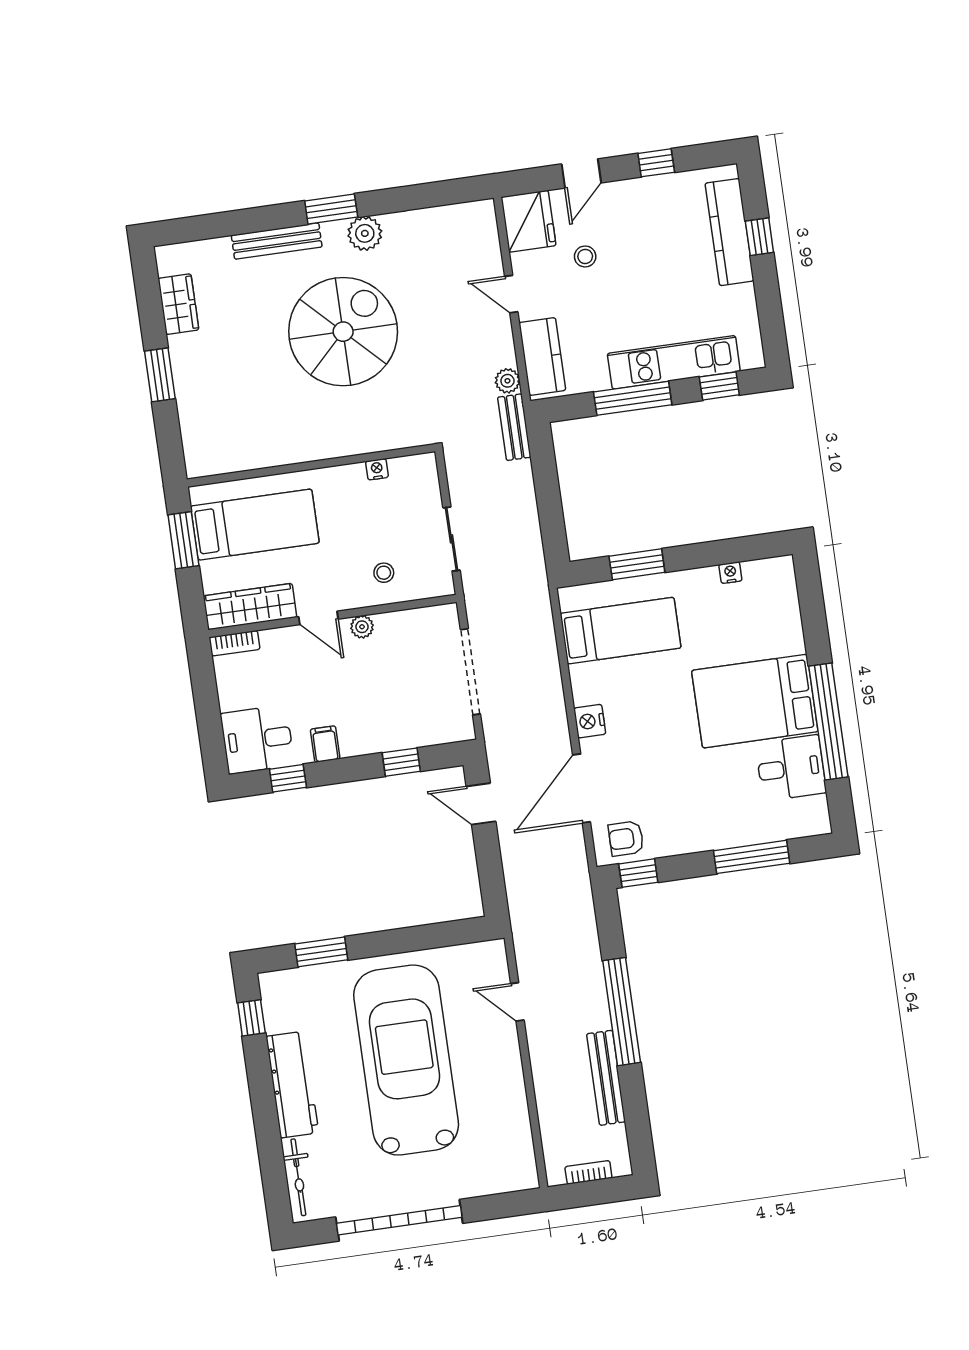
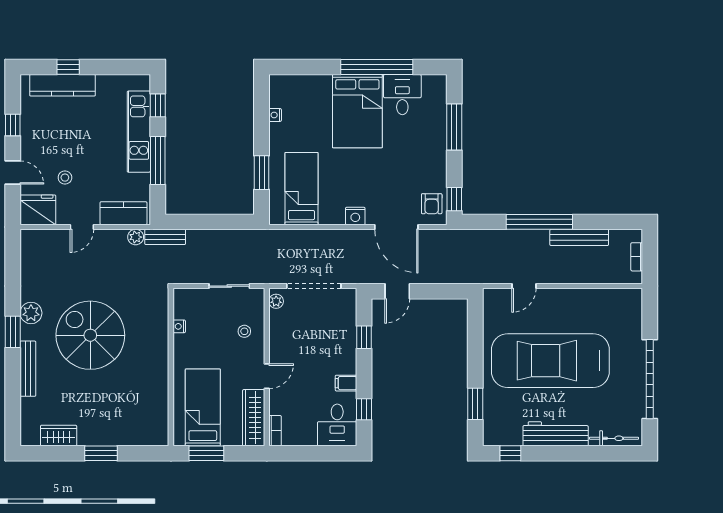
plant: (362, 627) -> (276, 301), moved

